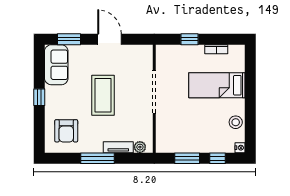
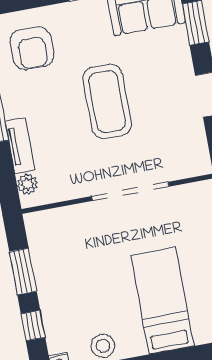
coffee table: (103, 95) -> (107, 102), turned 90
armchair: (66, 131) -> (32, 48), turned -90

